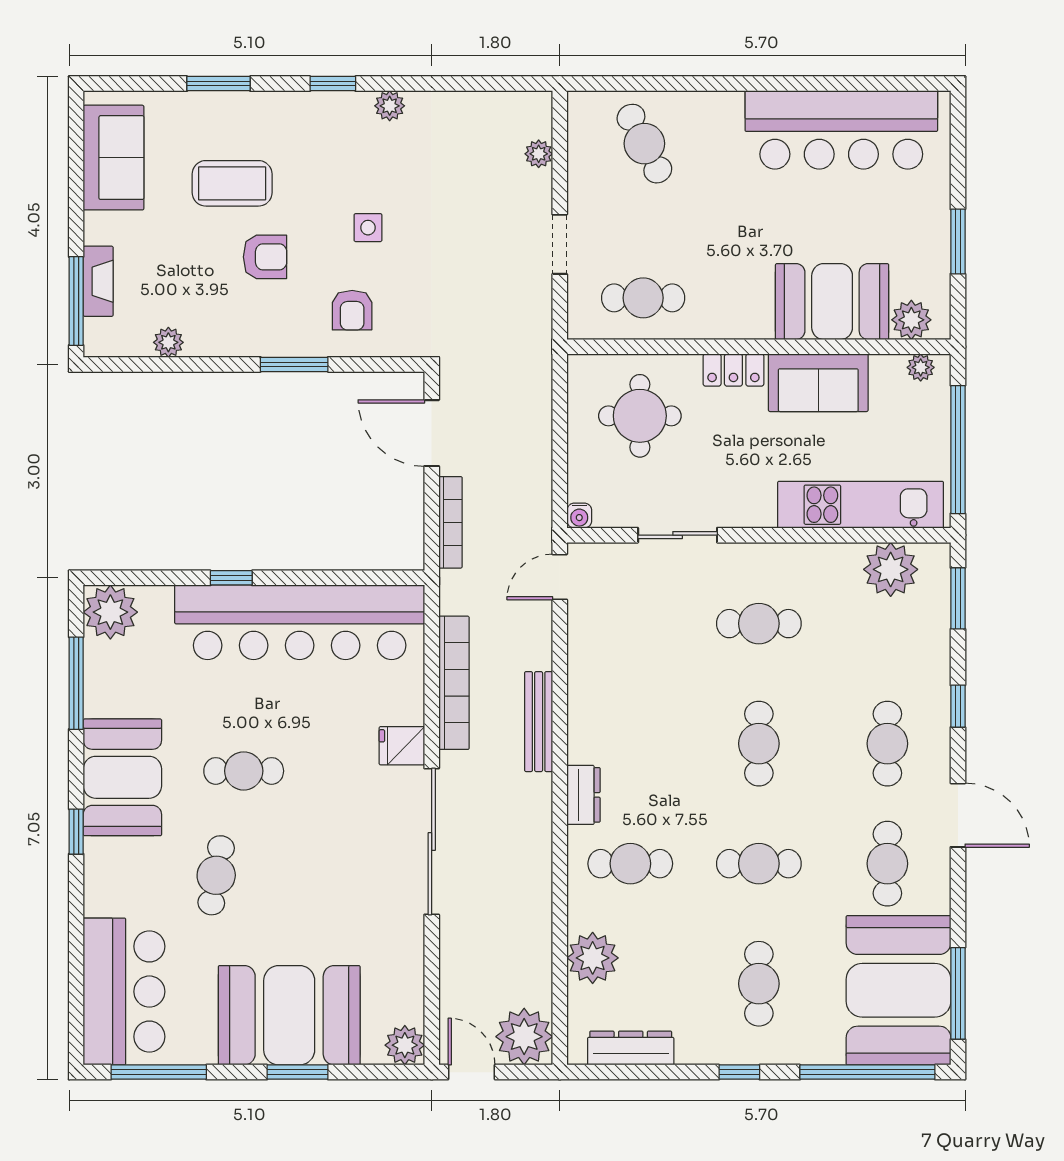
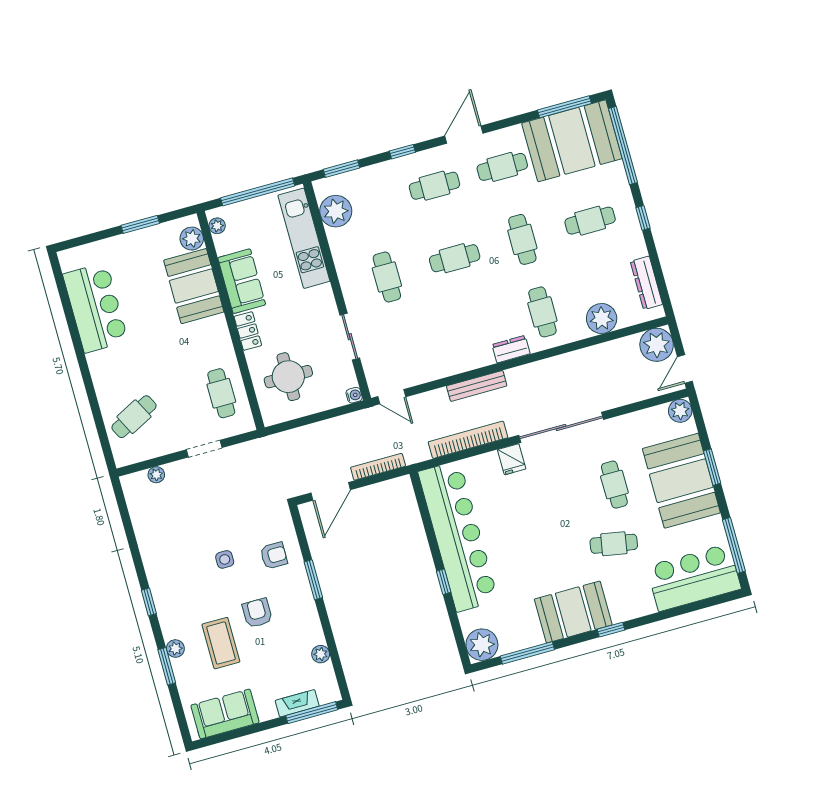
plant: (390, 106) -> (175, 649), moved
bar counter: (841, 130) -> (95, 308), width x0.73
cafe table: (244, 771) -> (614, 485), moved

